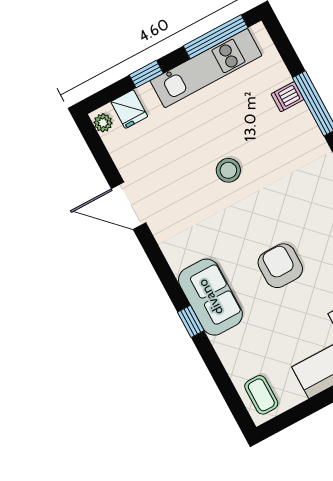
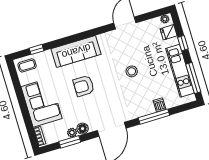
armchair: (280, 266) -> (84, 86), turned 180
sofa: (210, 297) -> (76, 51), width x1.36
window: (191, 321) -> (37, 49), moved

